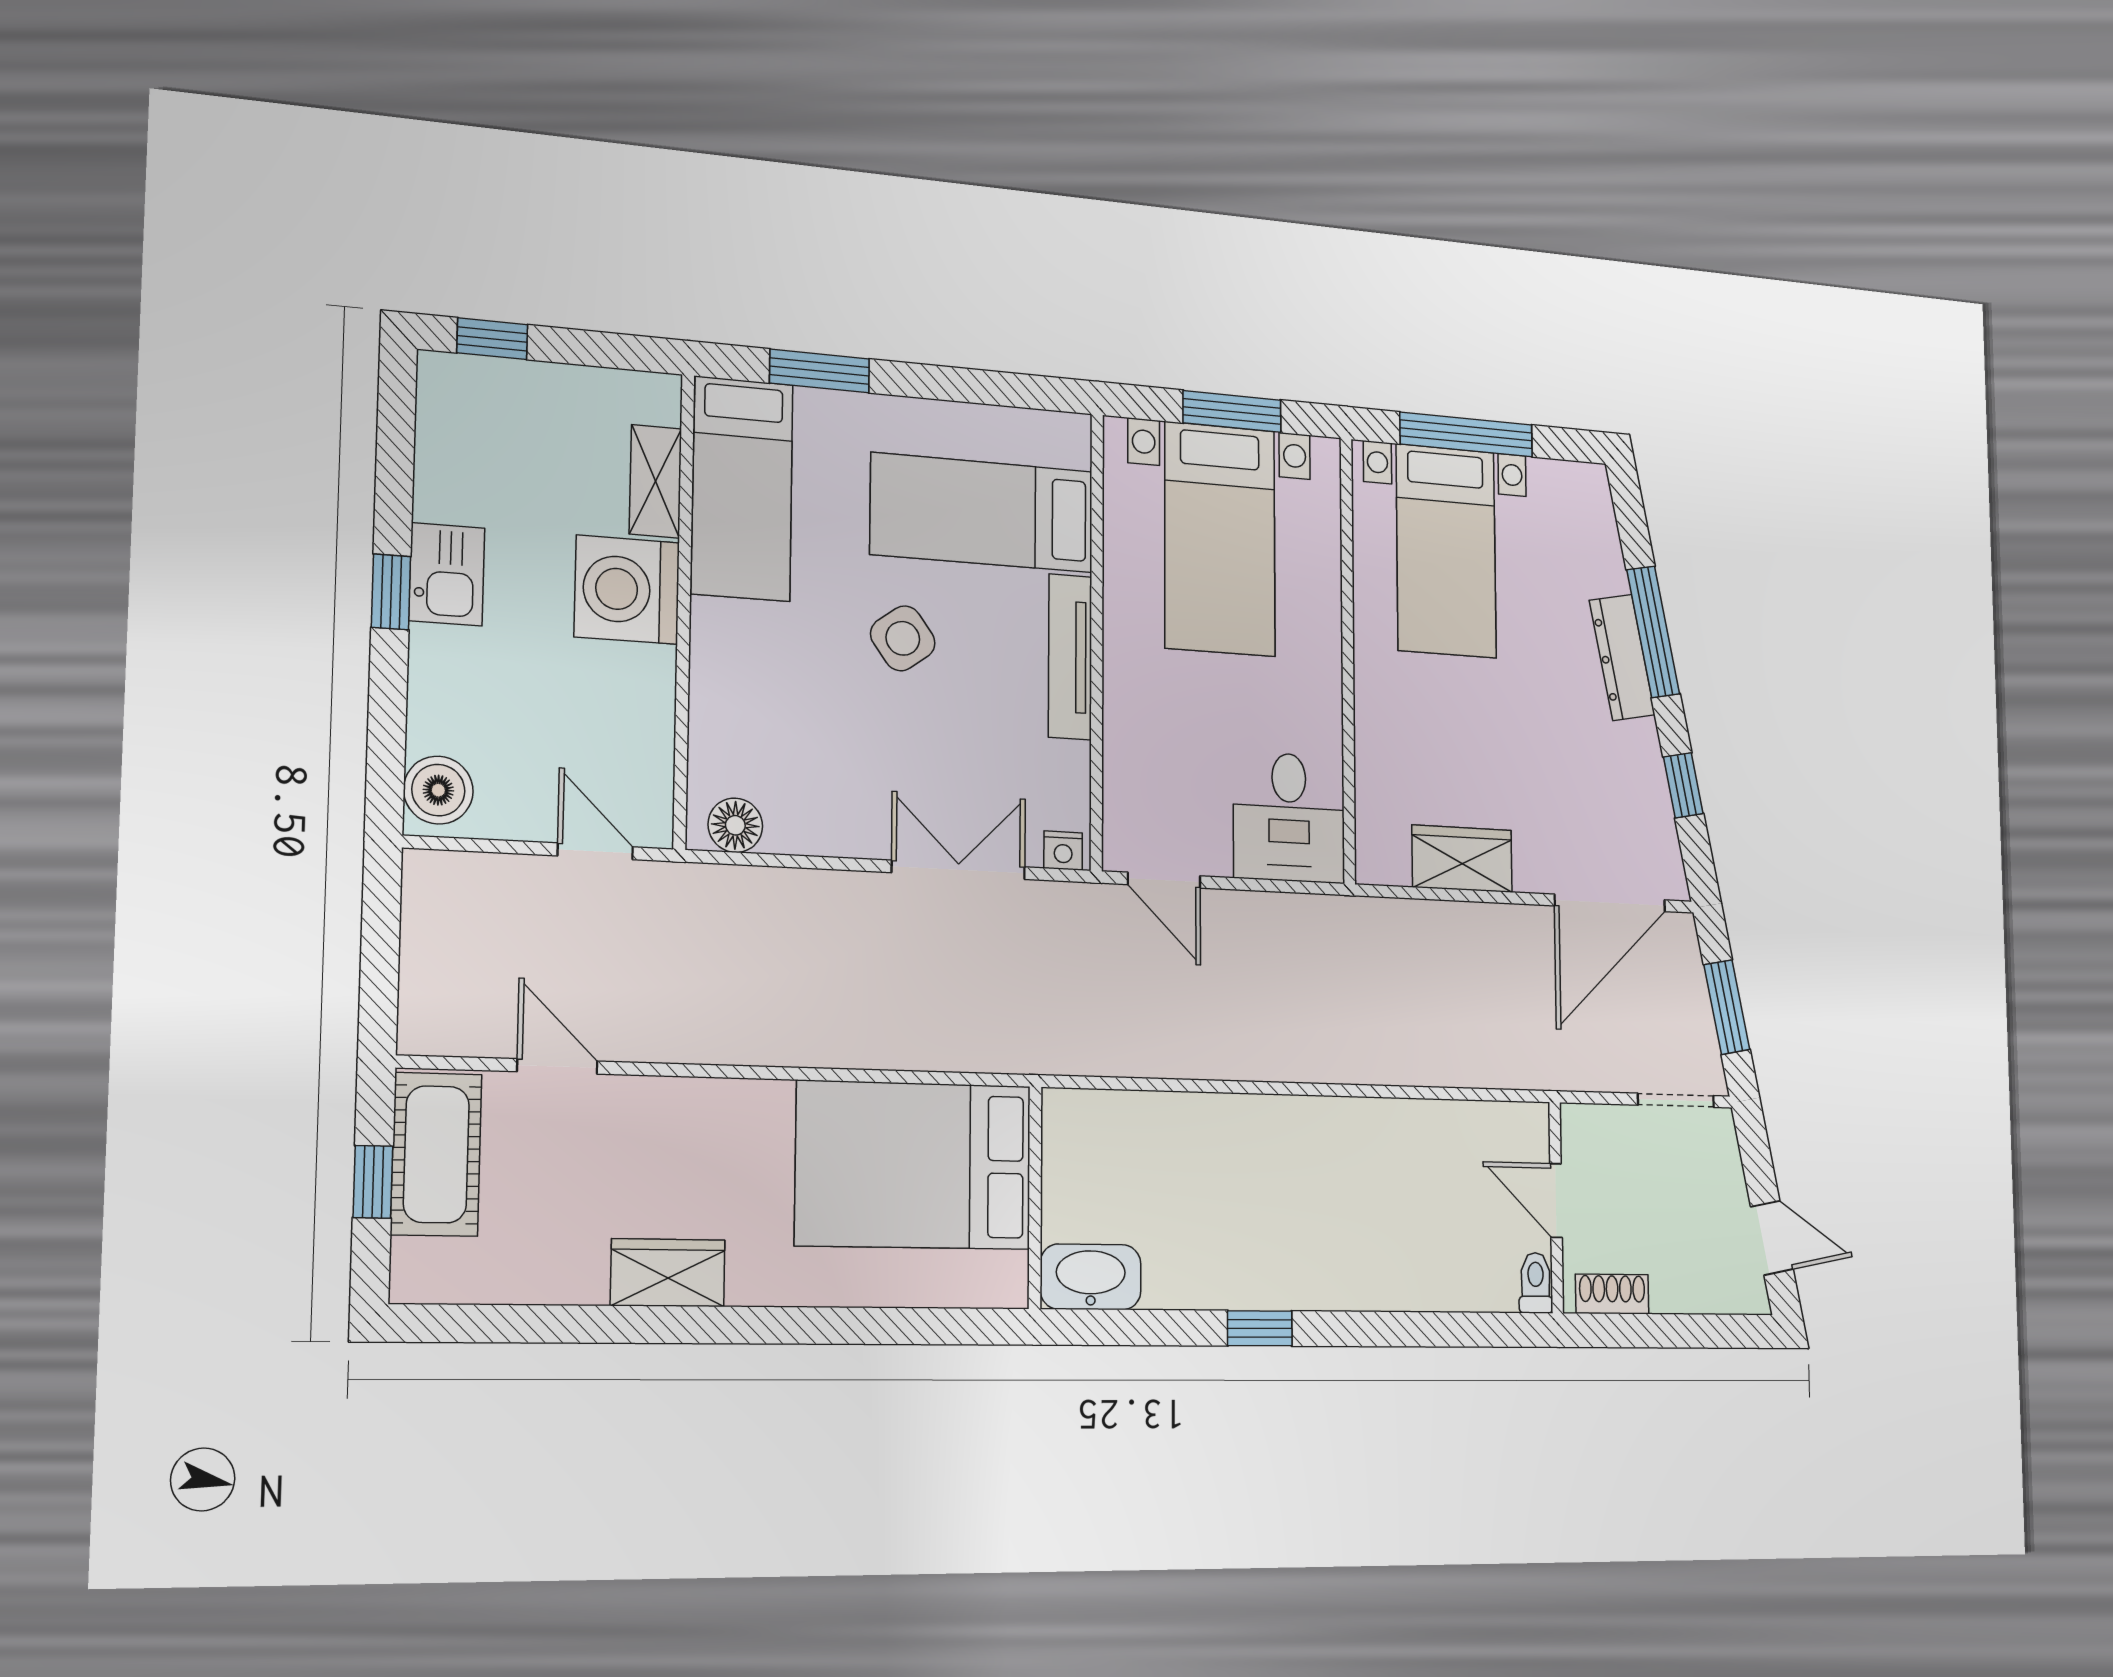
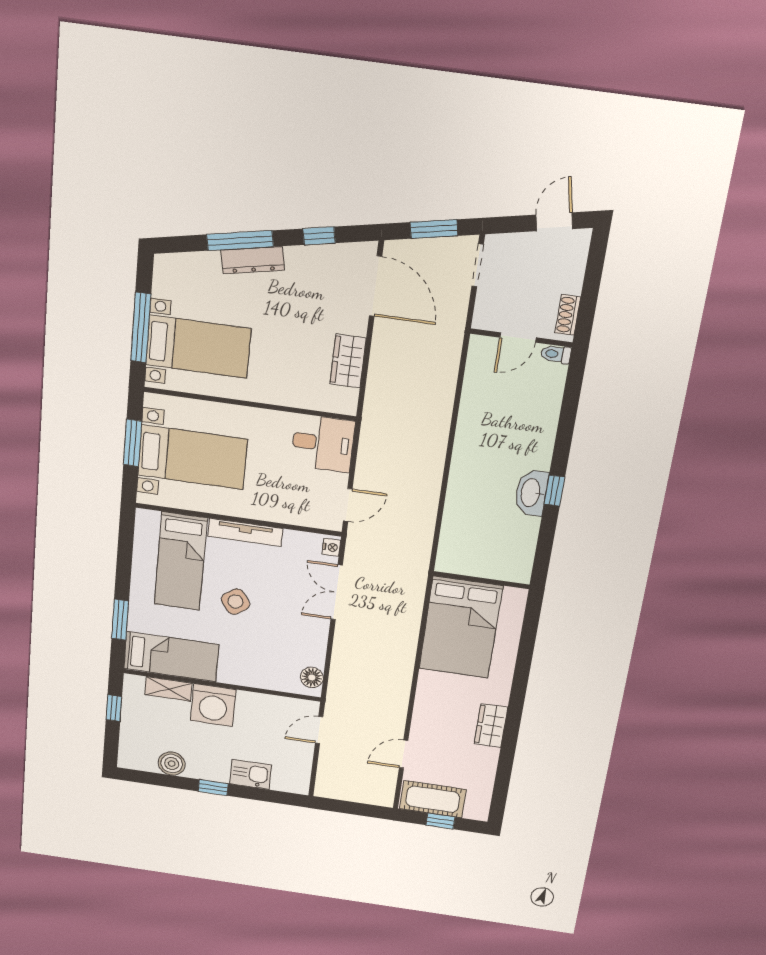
window: (492, 339) -> (114, 708), moved
kitchen sink: (447, 574) -> (250, 774), moved
boiler: (438, 790) -> (172, 764), moved
washbasin: (1091, 1277) -> (531, 493), moved

